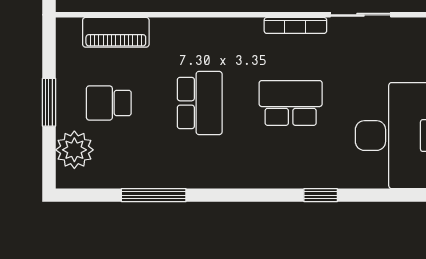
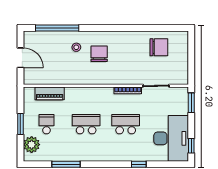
school desk: (109, 103) -> (47, 124), turned 90
school desk: (200, 103) -> (86, 124), turned -90

